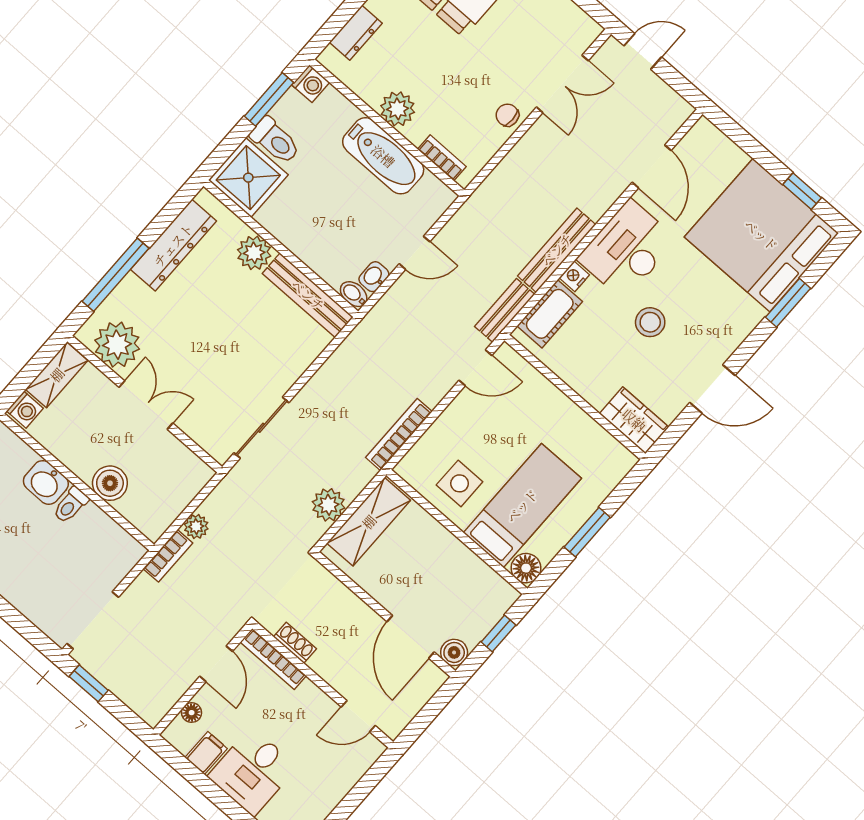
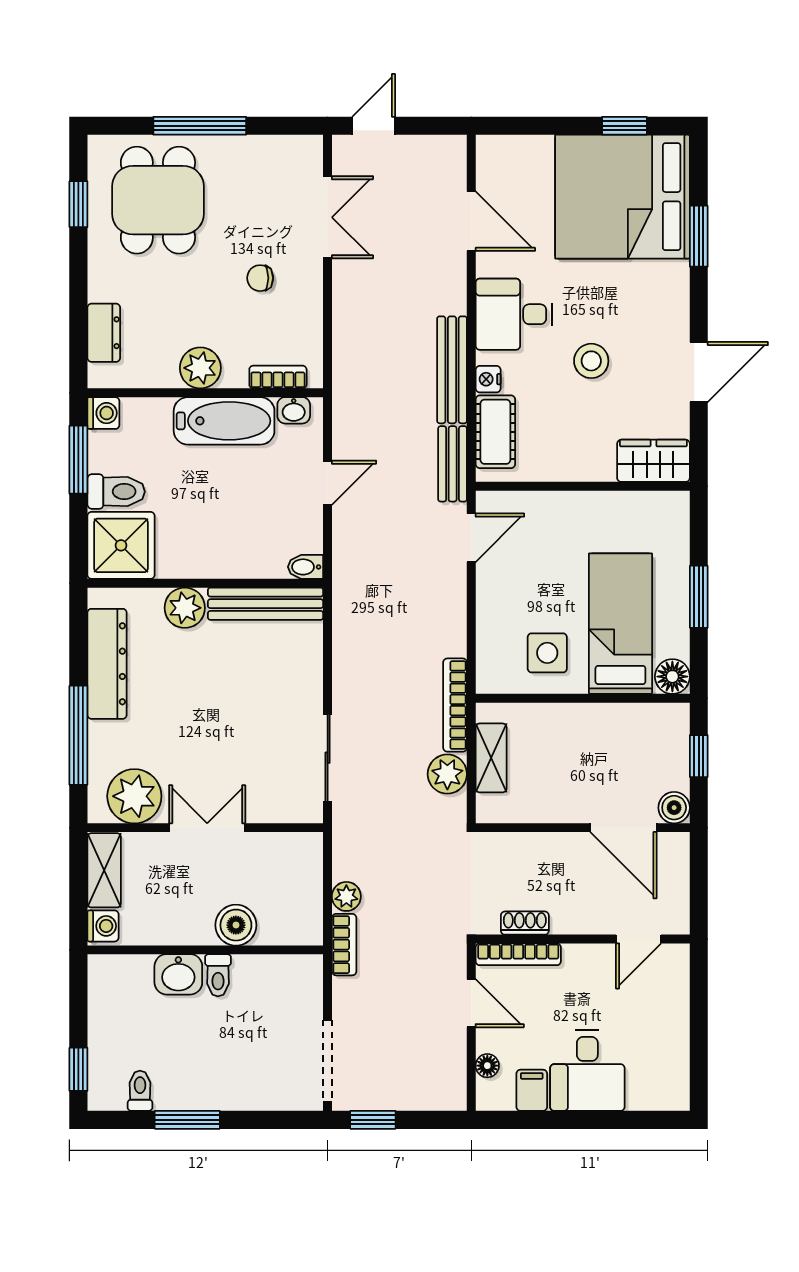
chair: (507, 115) -> (260, 278), moved
desk: (627, 249) -> (514, 314), width x0.73
washbasin: (374, 277) -> (294, 410), moved, turned -90
bookcase: (399, 434) -> (455, 705), moved
shelving: (369, 522) -> (491, 758), width x0.67, depth x0.75

